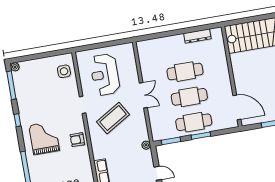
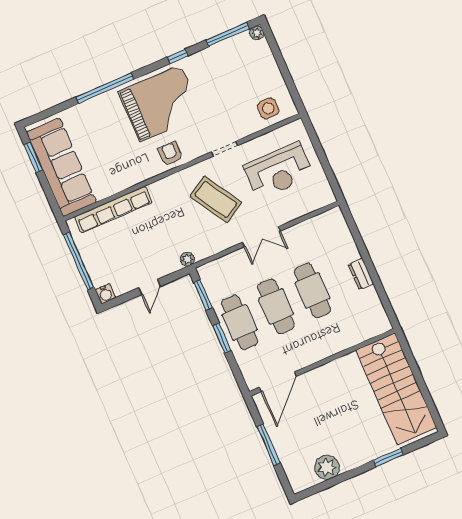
dresser: (197, 36) -> (361, 274), moved, width x0.70
reception desk: (105, 75) -> (278, 171), turned 180
grand piano: (44, 138) -> (161, 103), width x1.37, depth x1.48

